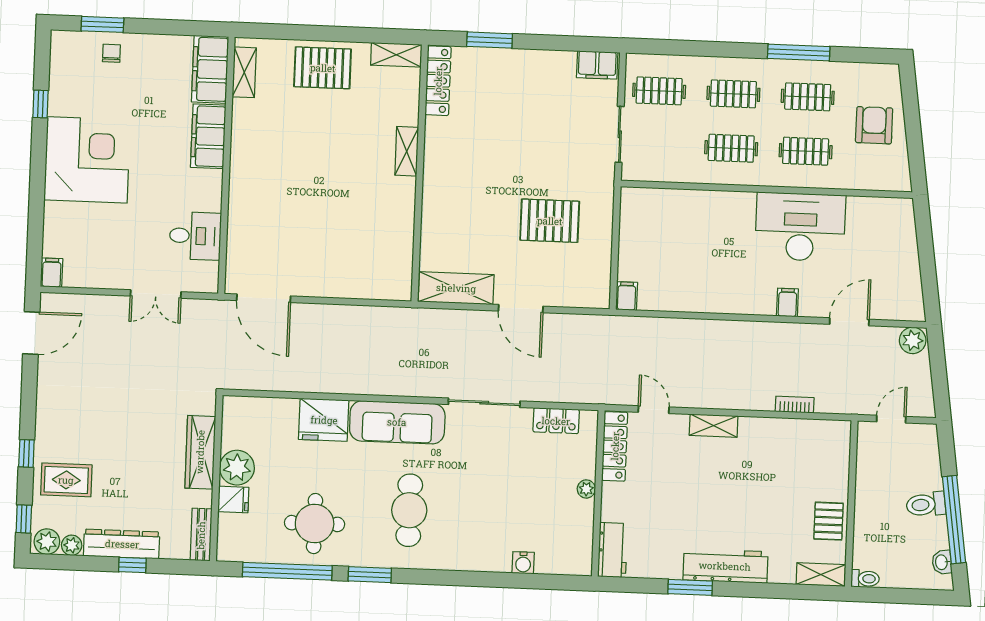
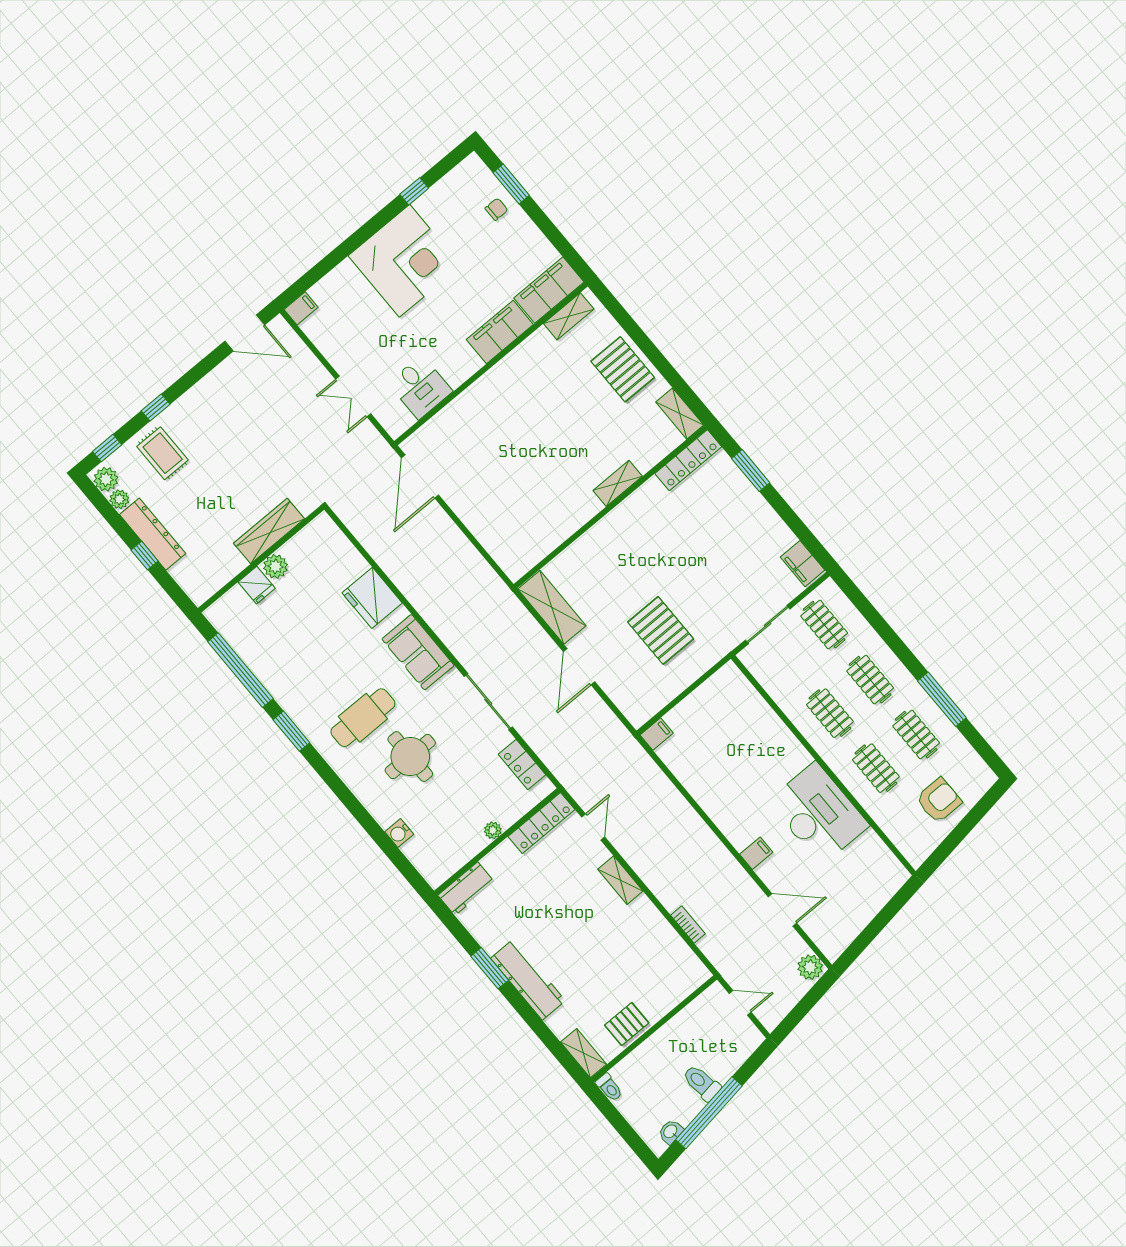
sofa: (397, 422) -> (418, 652), width x0.73
plant: (237, 468) -> (275, 566), width x0.73, depth x0.73
round table: (315, 524) -> (410, 757), moved
bench: (201, 535) -> (211, 585), removed

